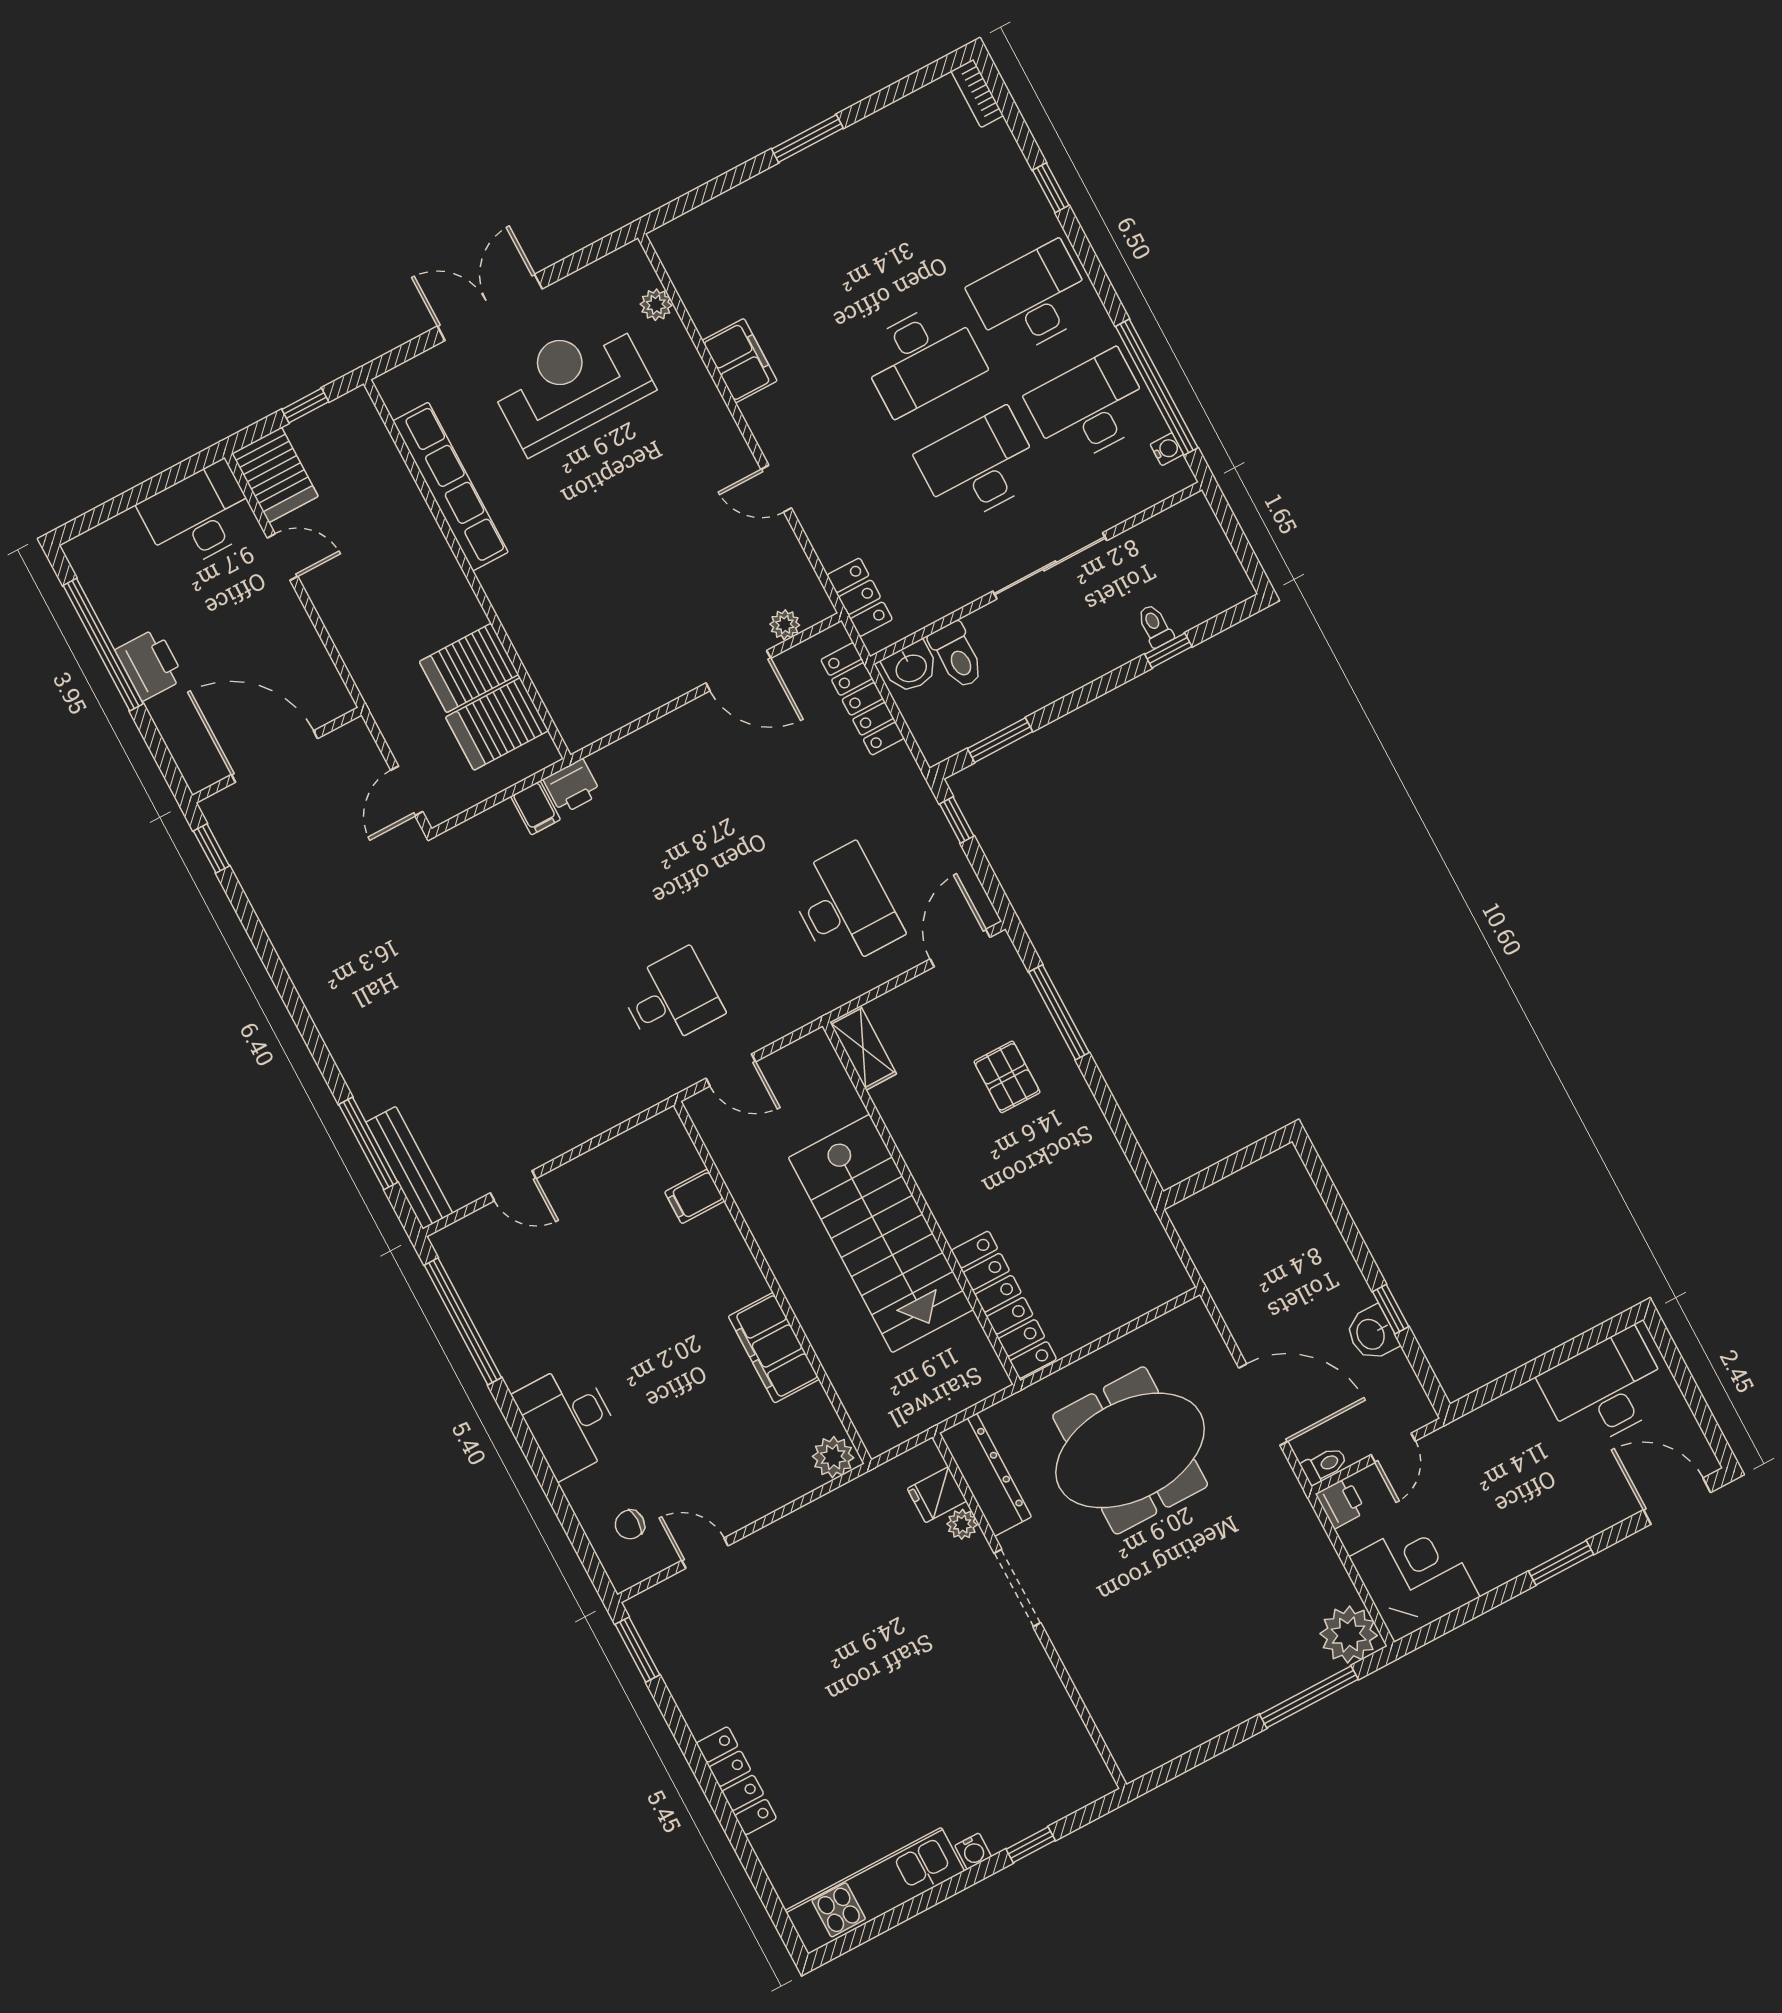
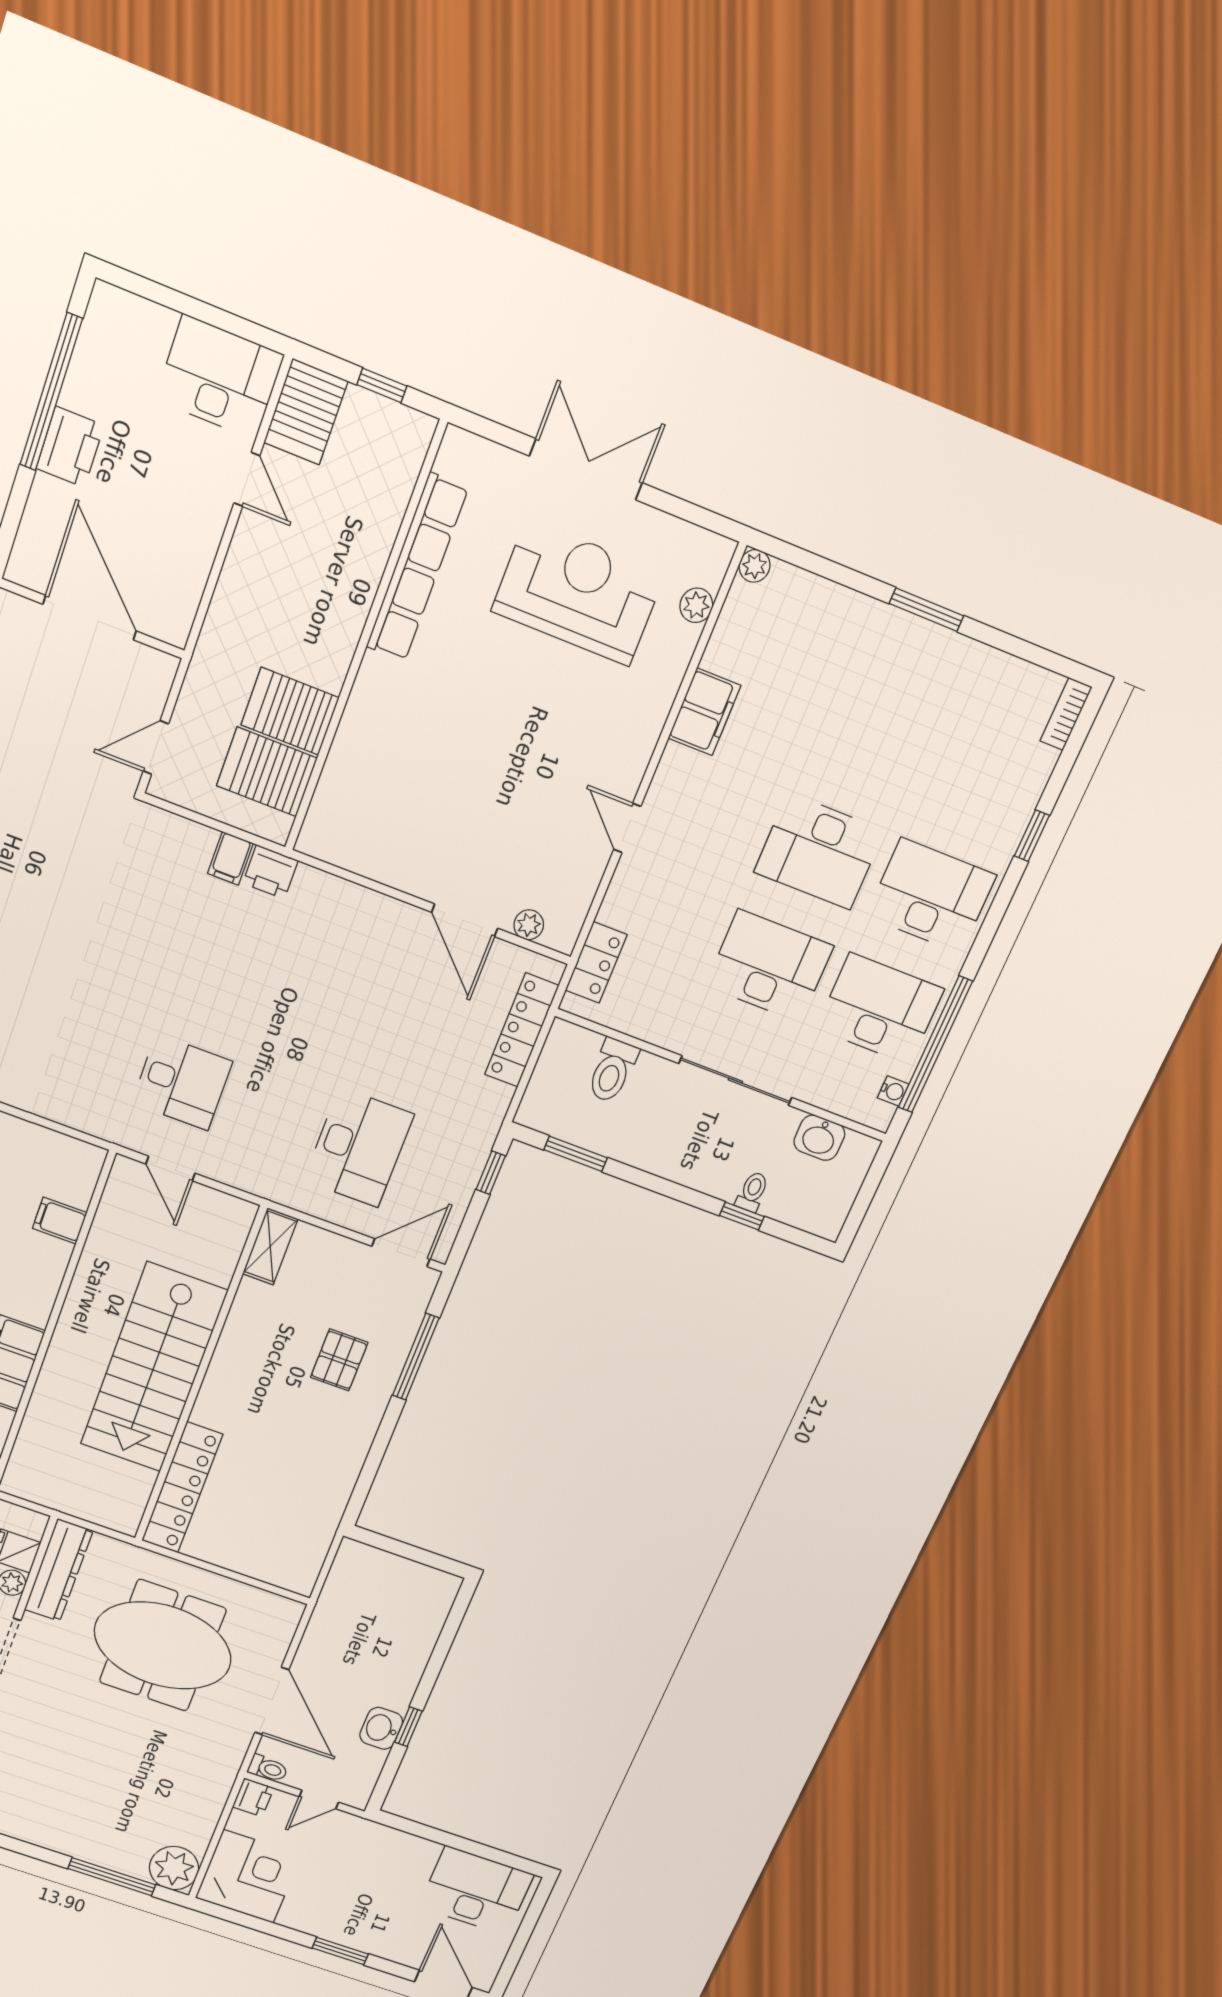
plant: (665, 240) -> (755, 566), added
washbasin: (911, 667) -> (819, 1138), moved

